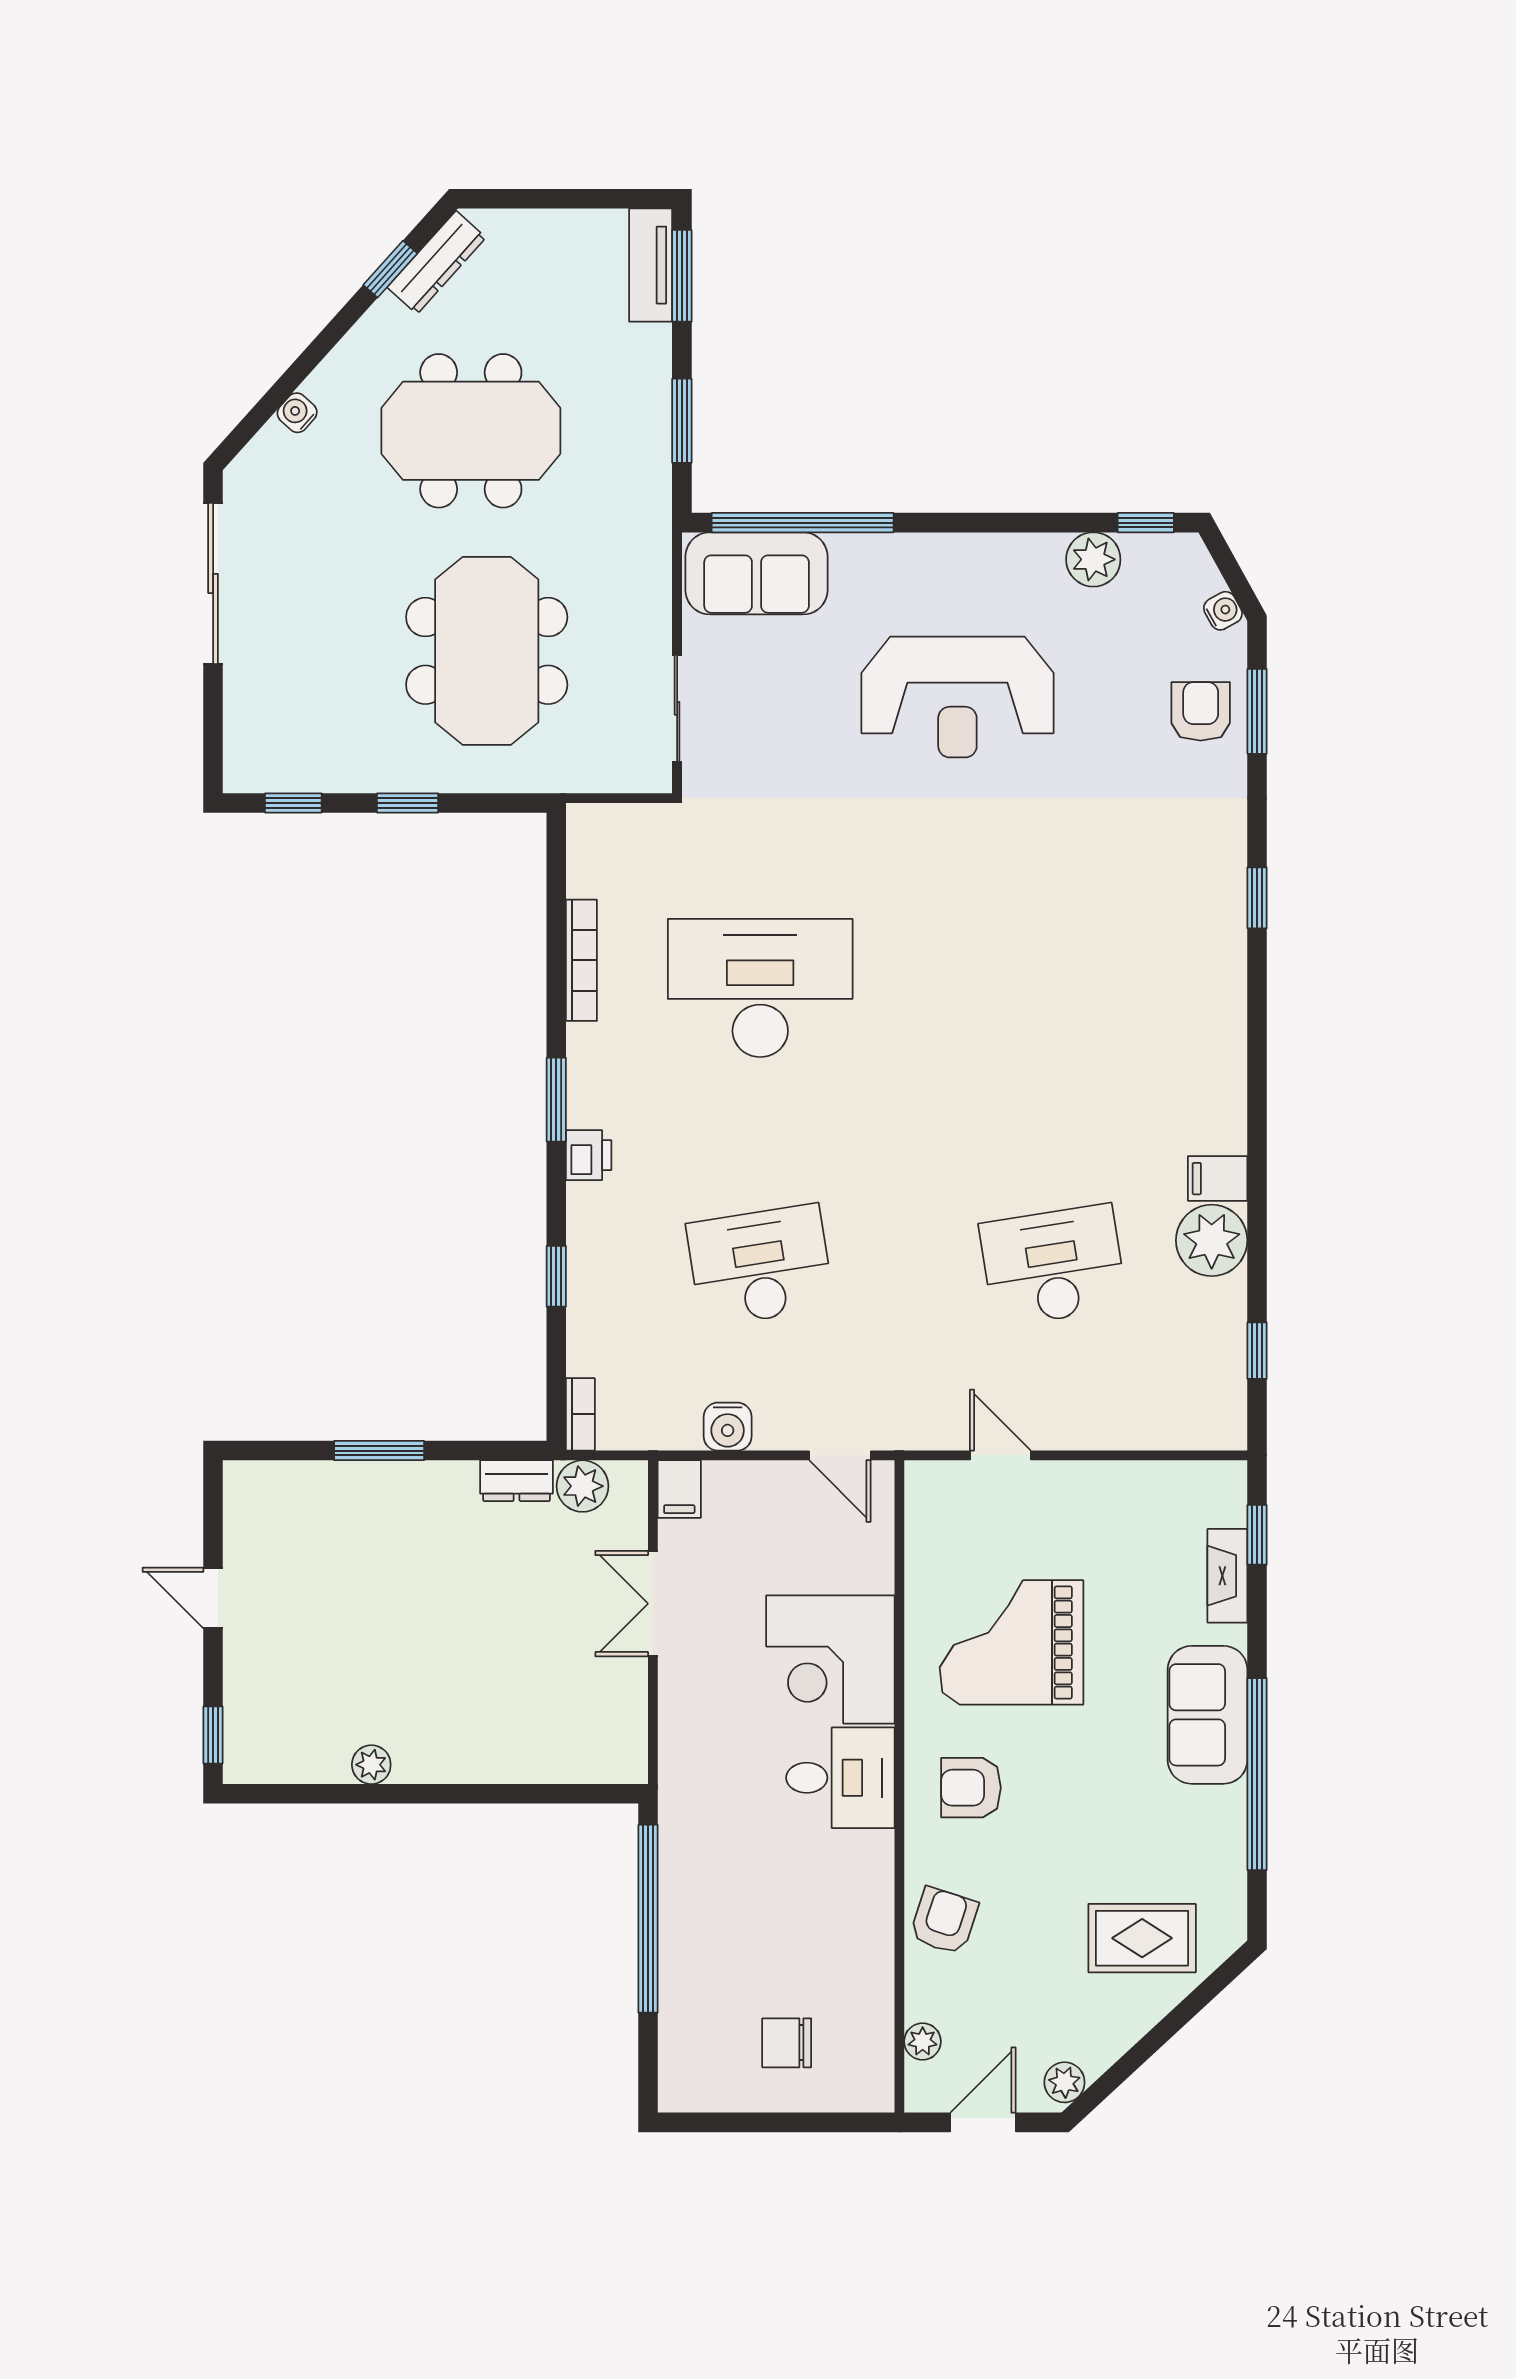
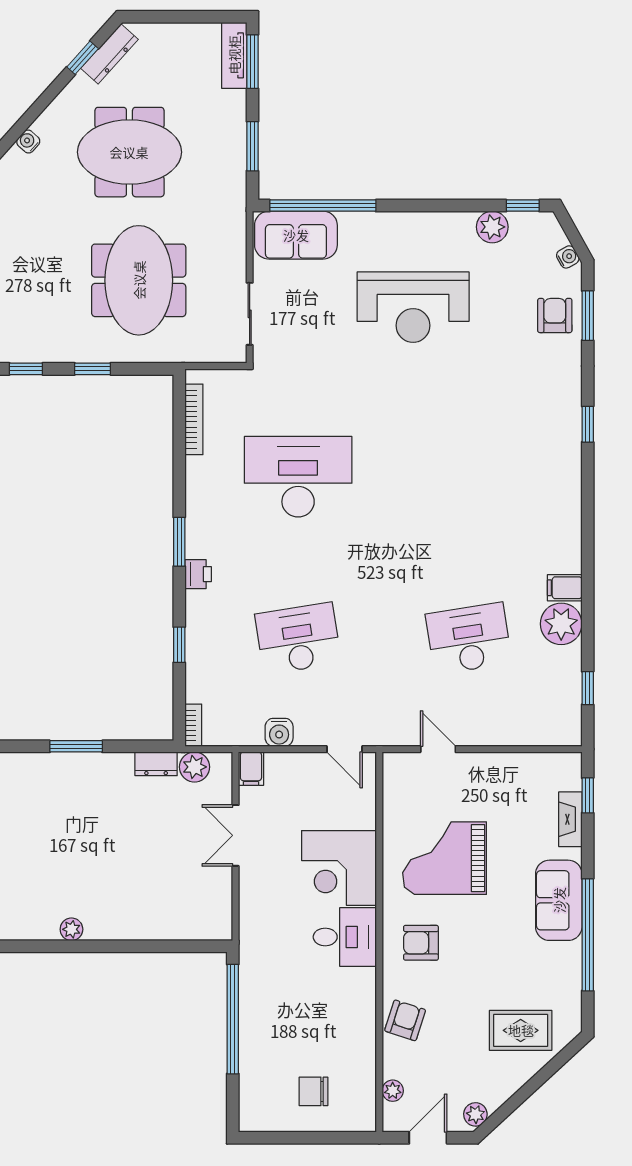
bookcase: (581, 960) -> (194, 419), moved

